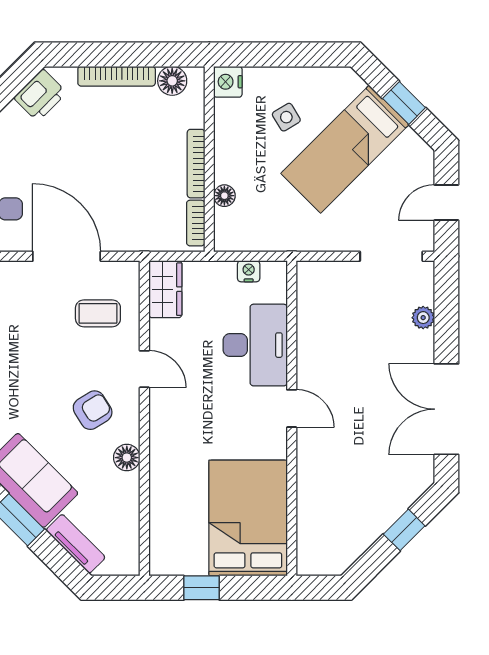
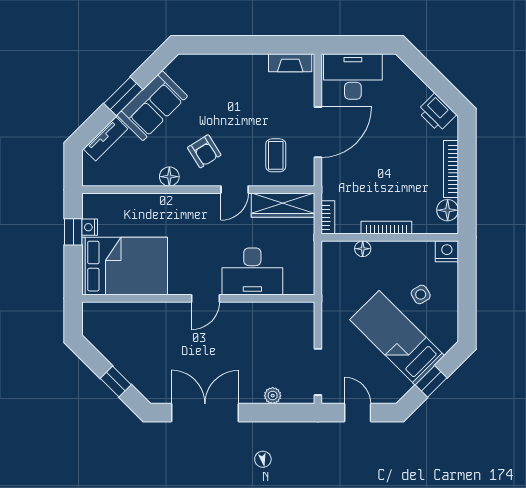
bookcase: (196, 223) -> (328, 217), moved, turned 90
nightstand: (249, 271) -> (90, 227), moved, turned 180
wardrobe: (165, 289) -> (283, 205), width x1.50

